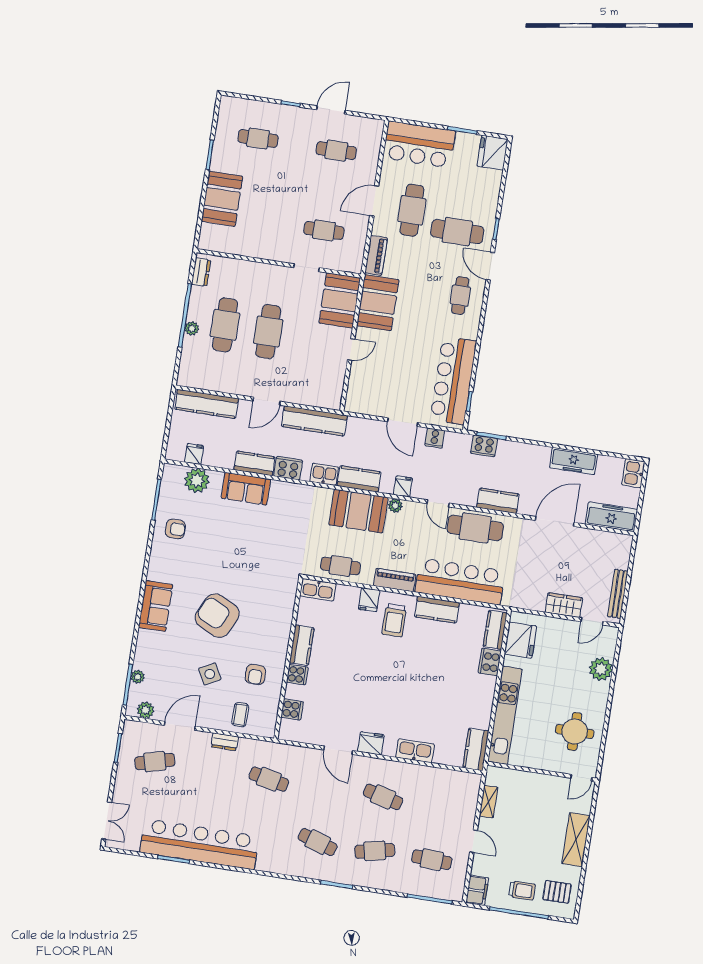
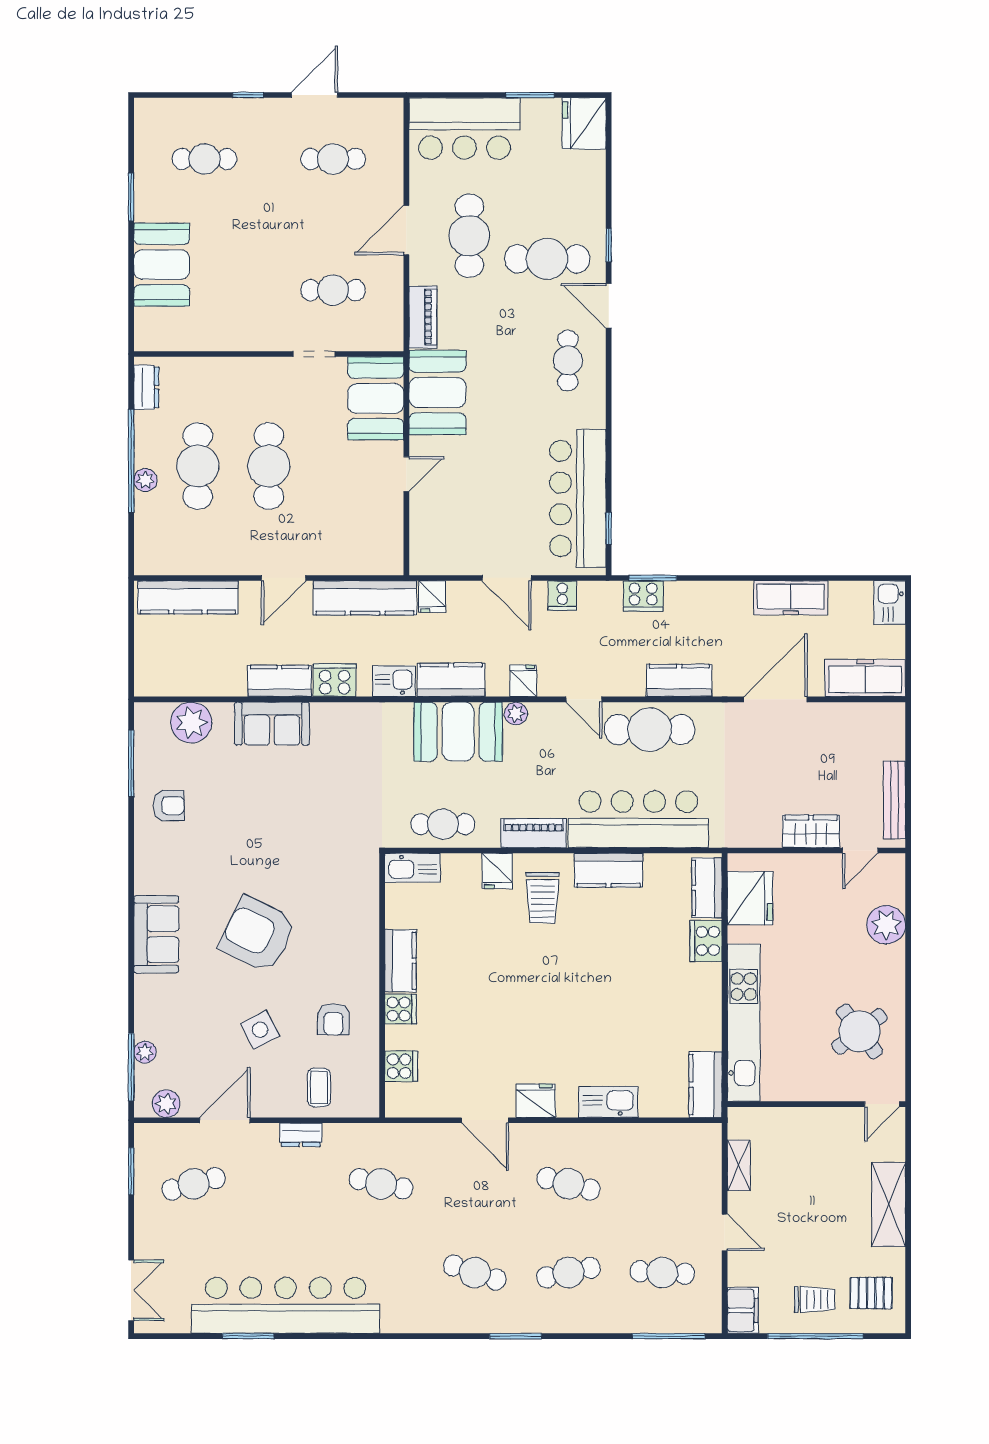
fridge: (194, 454) -> (432, 597), moved, turned 180
round table: (575, 731) -> (860, 1031), turned -37

